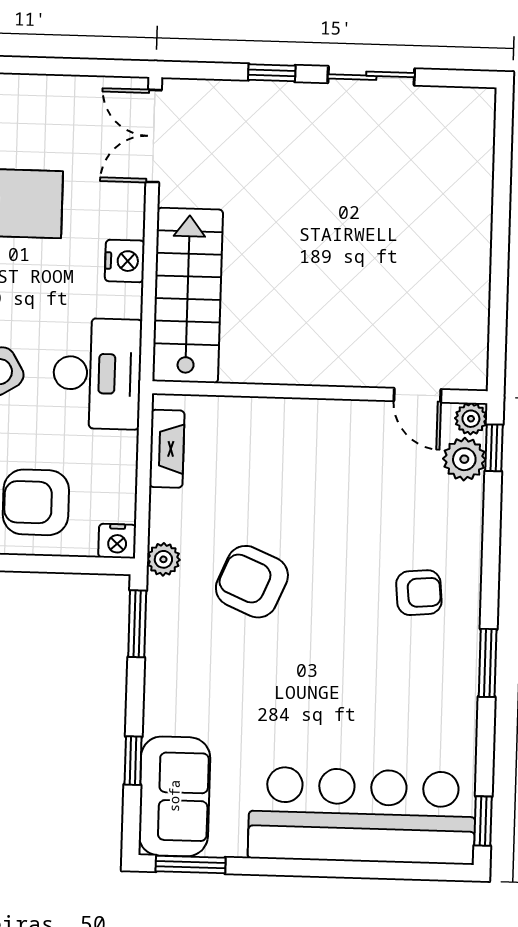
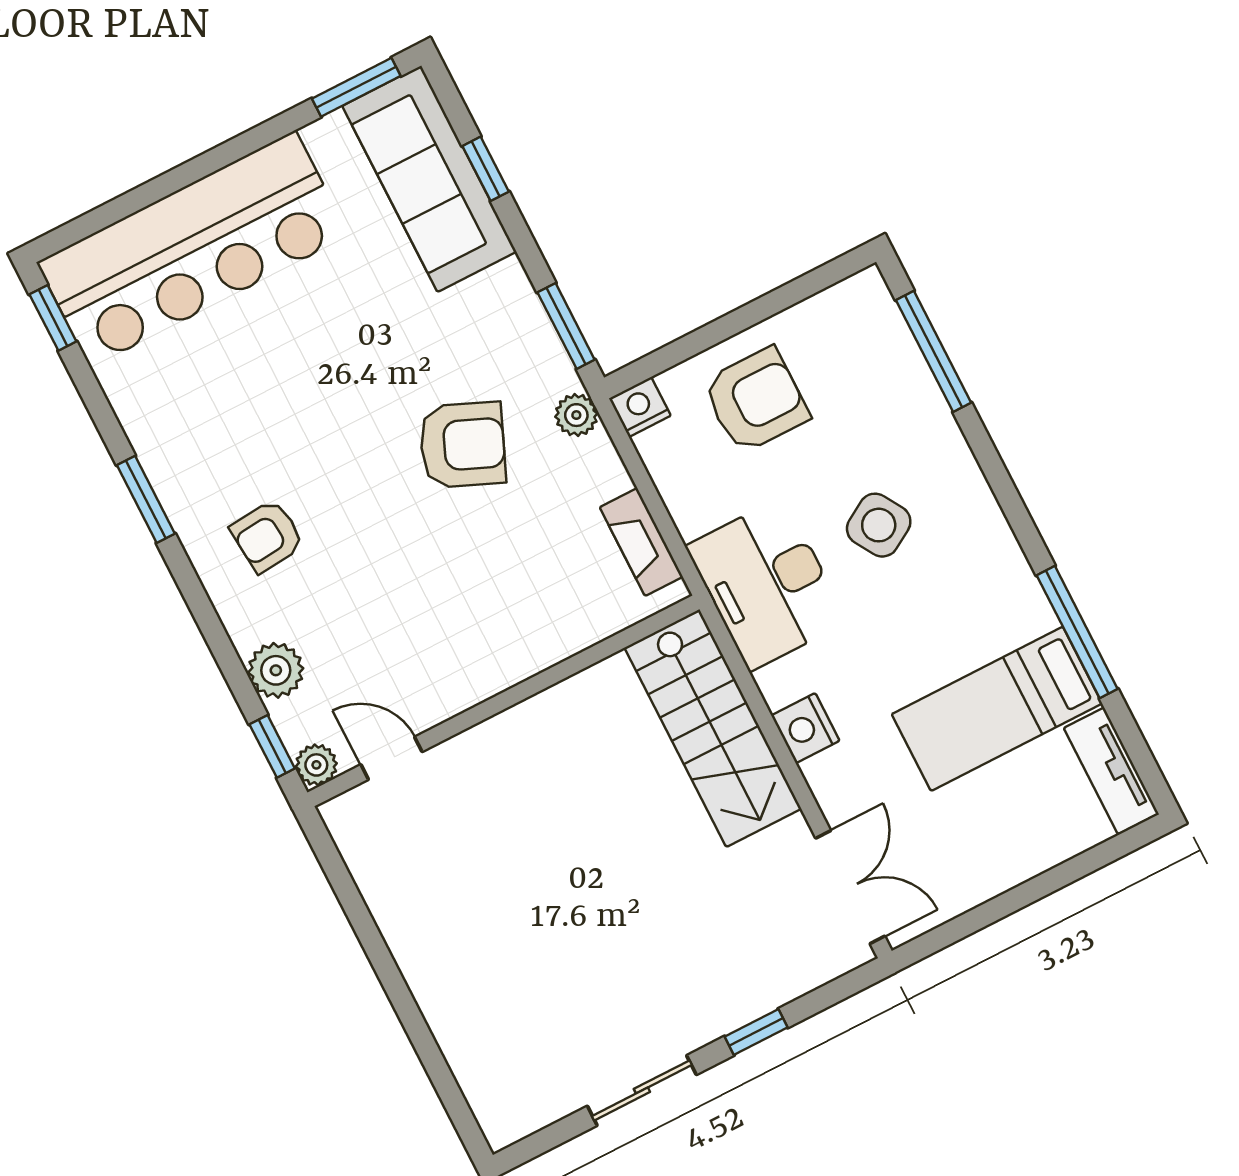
plant: (464, 459) -> (276, 670), moved
sofa: (174, 796) -> (429, 179), width x1.36

